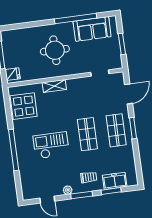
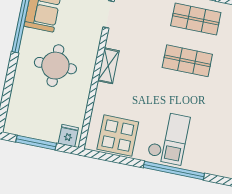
shelving: (54, 86) -> (108, 66), moved
checkout: (51, 145) -> (169, 138), moved, turned 180

